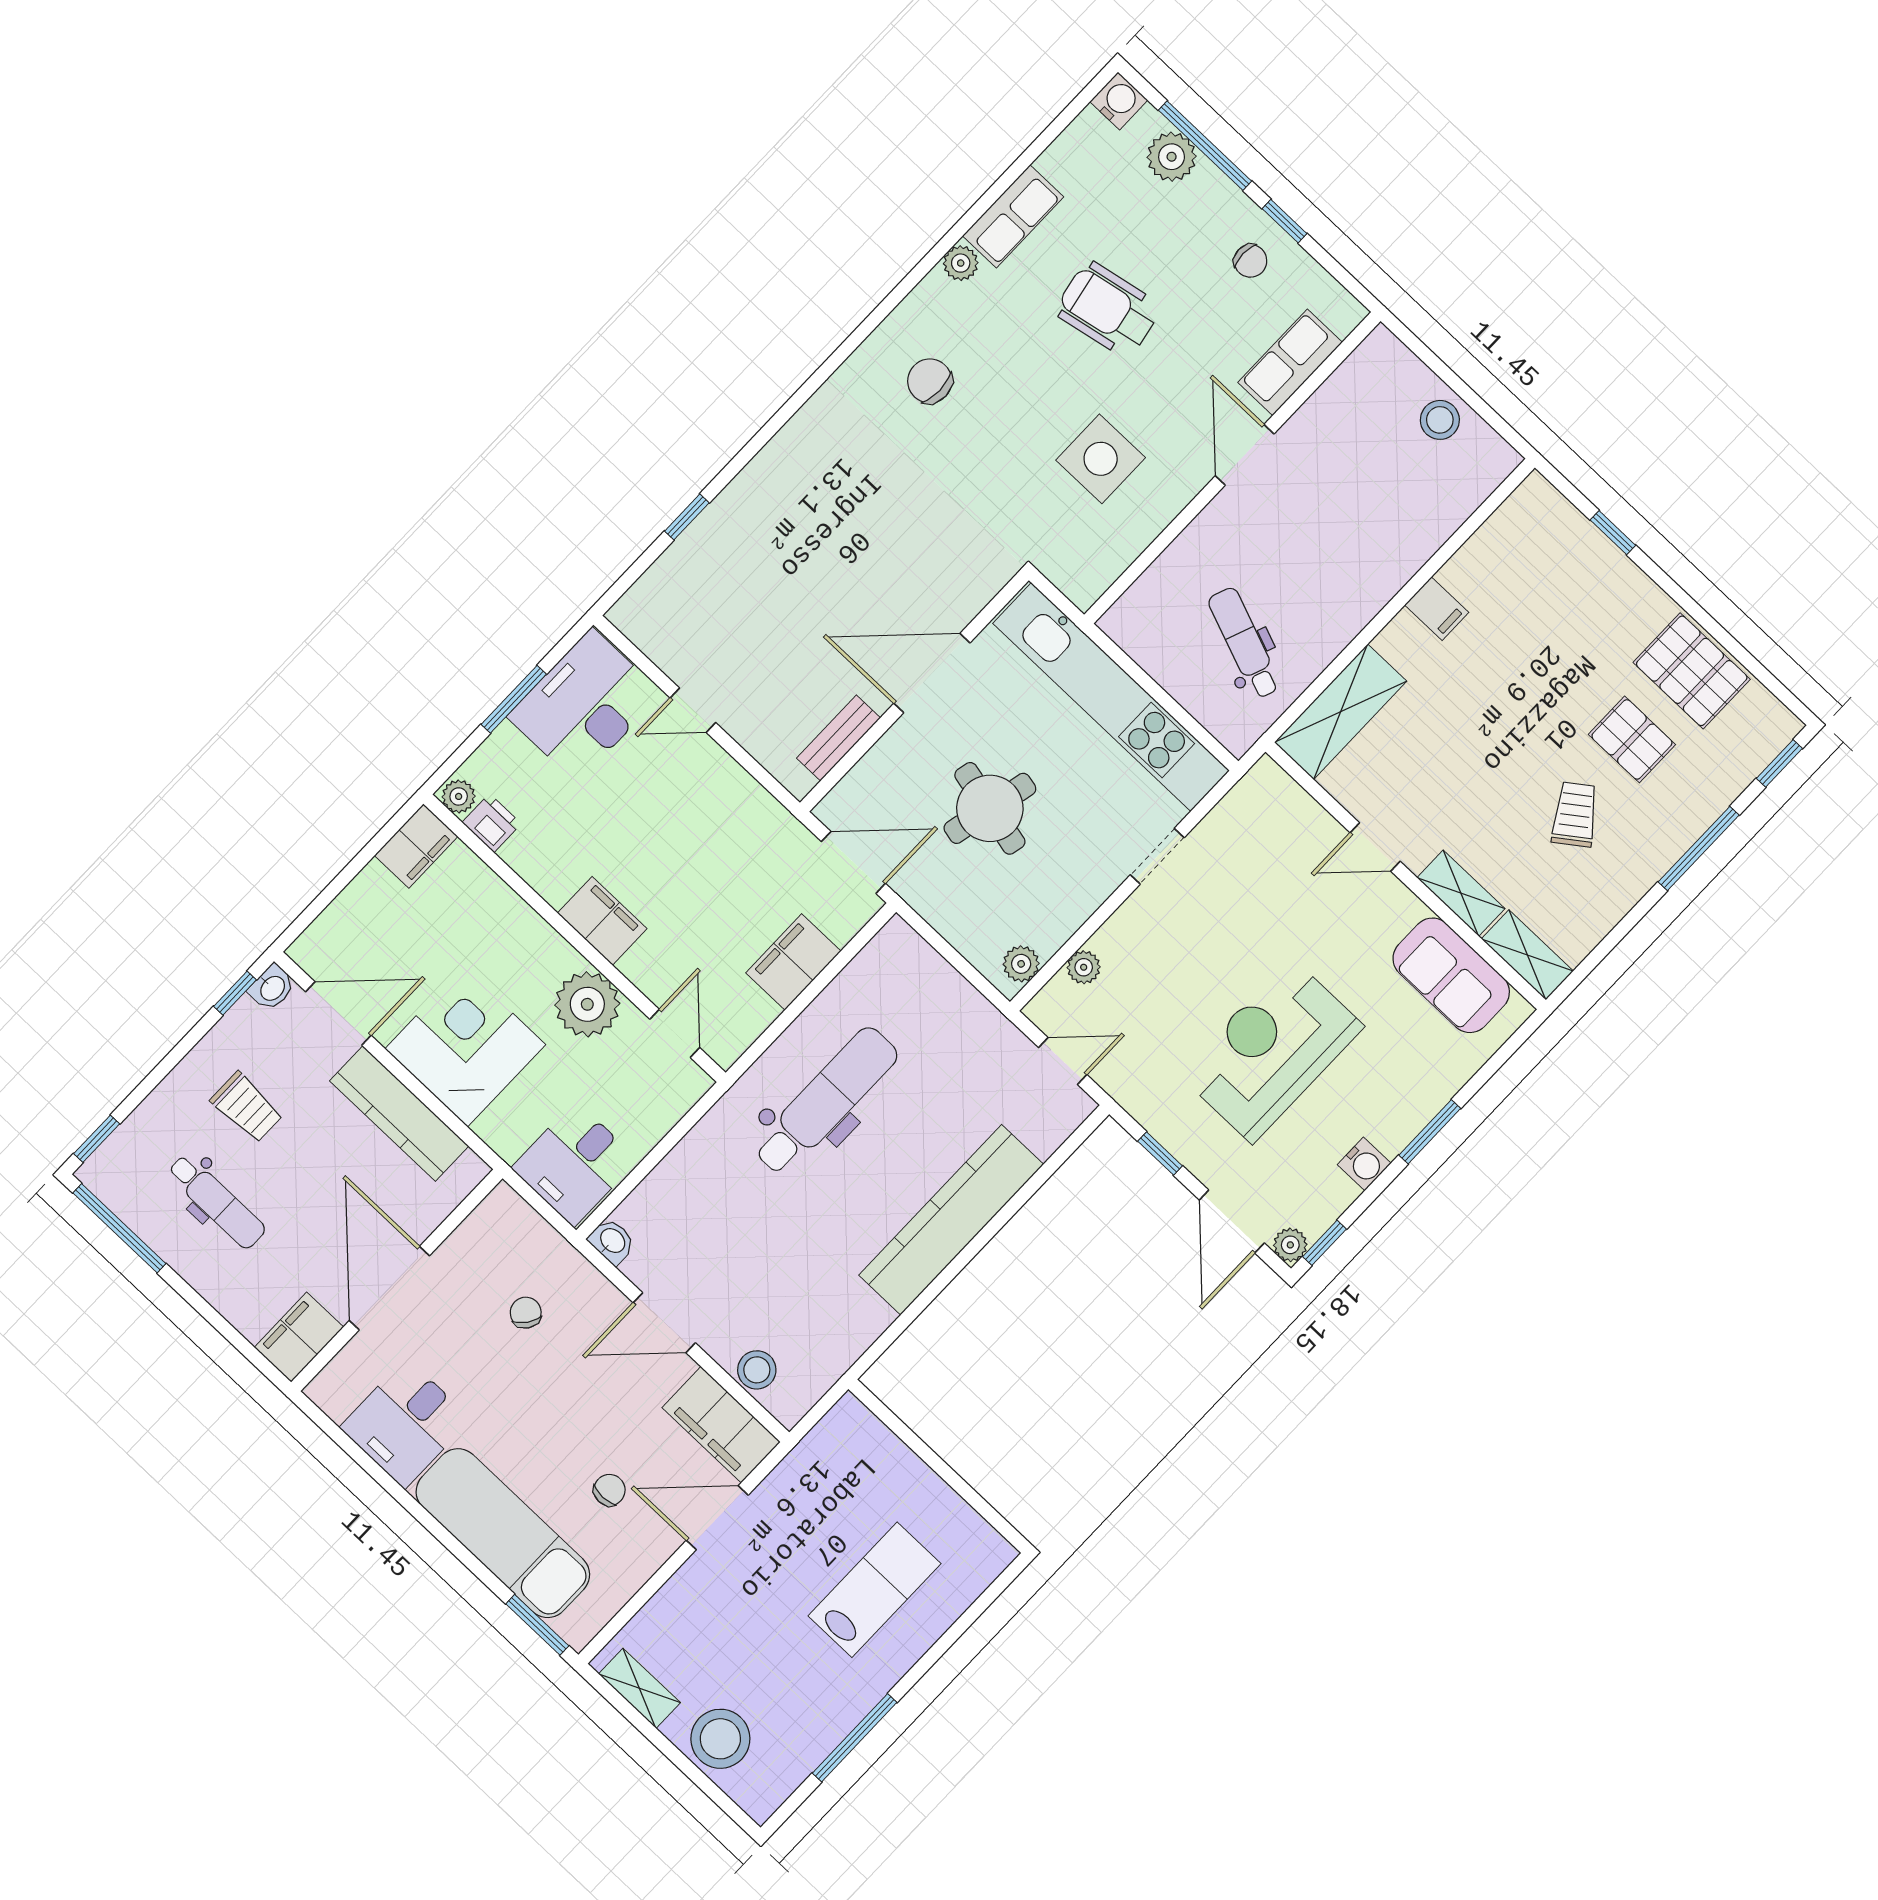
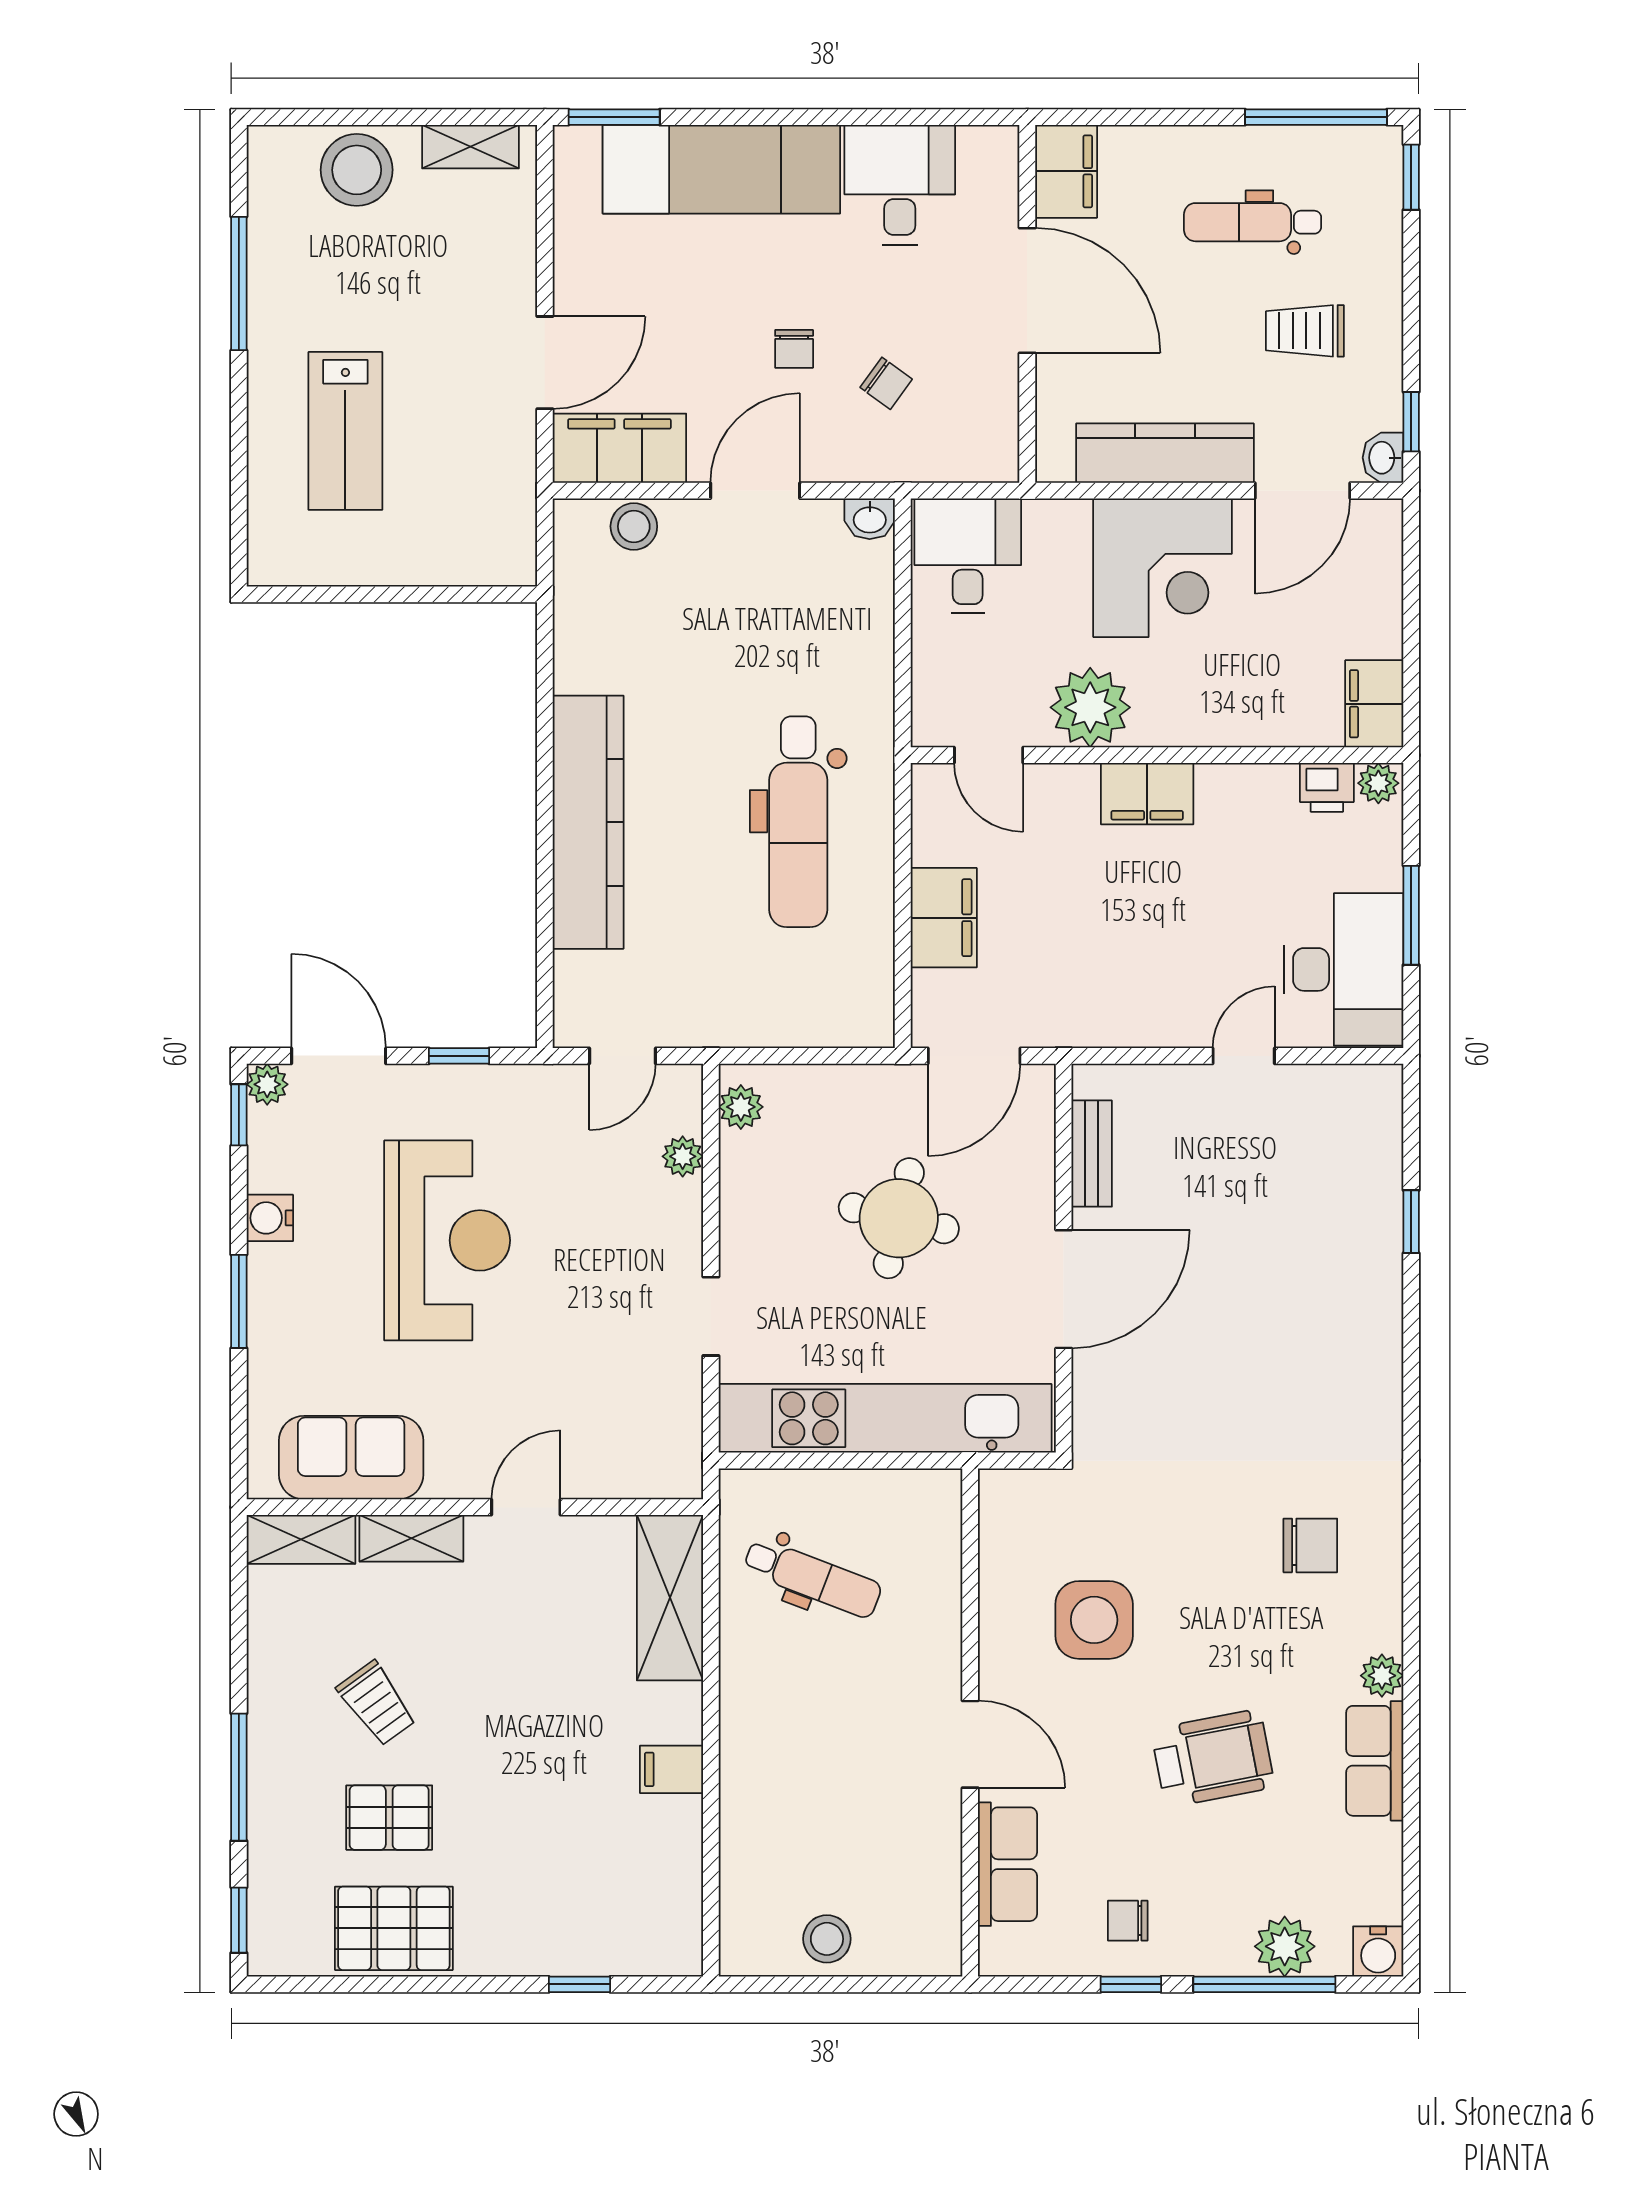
chair: (609, 1490) -> (794, 349), moved

